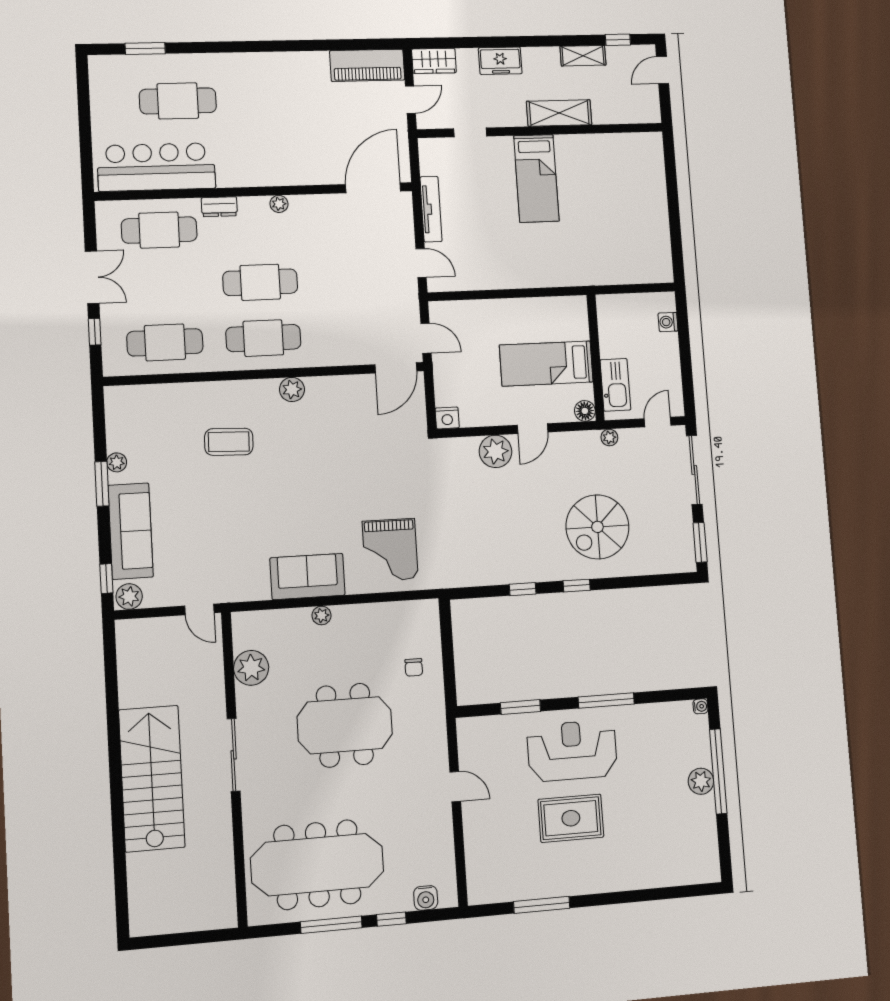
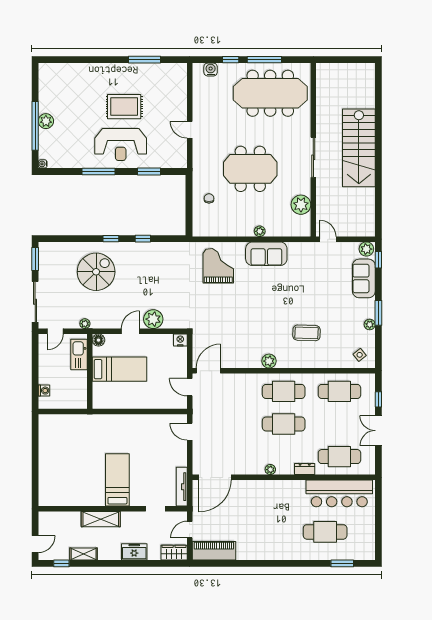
tv unit: (431, 209) -> (182, 487), moved
side table: (132, 408) -> (360, 355), added
sofa: (131, 531) -> (364, 278), width x0.73

